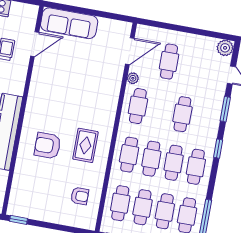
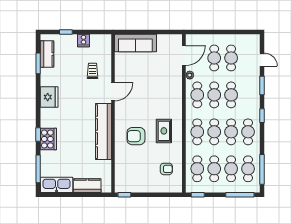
door: (35, 44) -> (113, 92), moved
plant: (225, 48) -> (254, 40), removed
cafe table: (191, 66) -> (231, 58), added
cafe table: (160, 110) -> (214, 95), added

